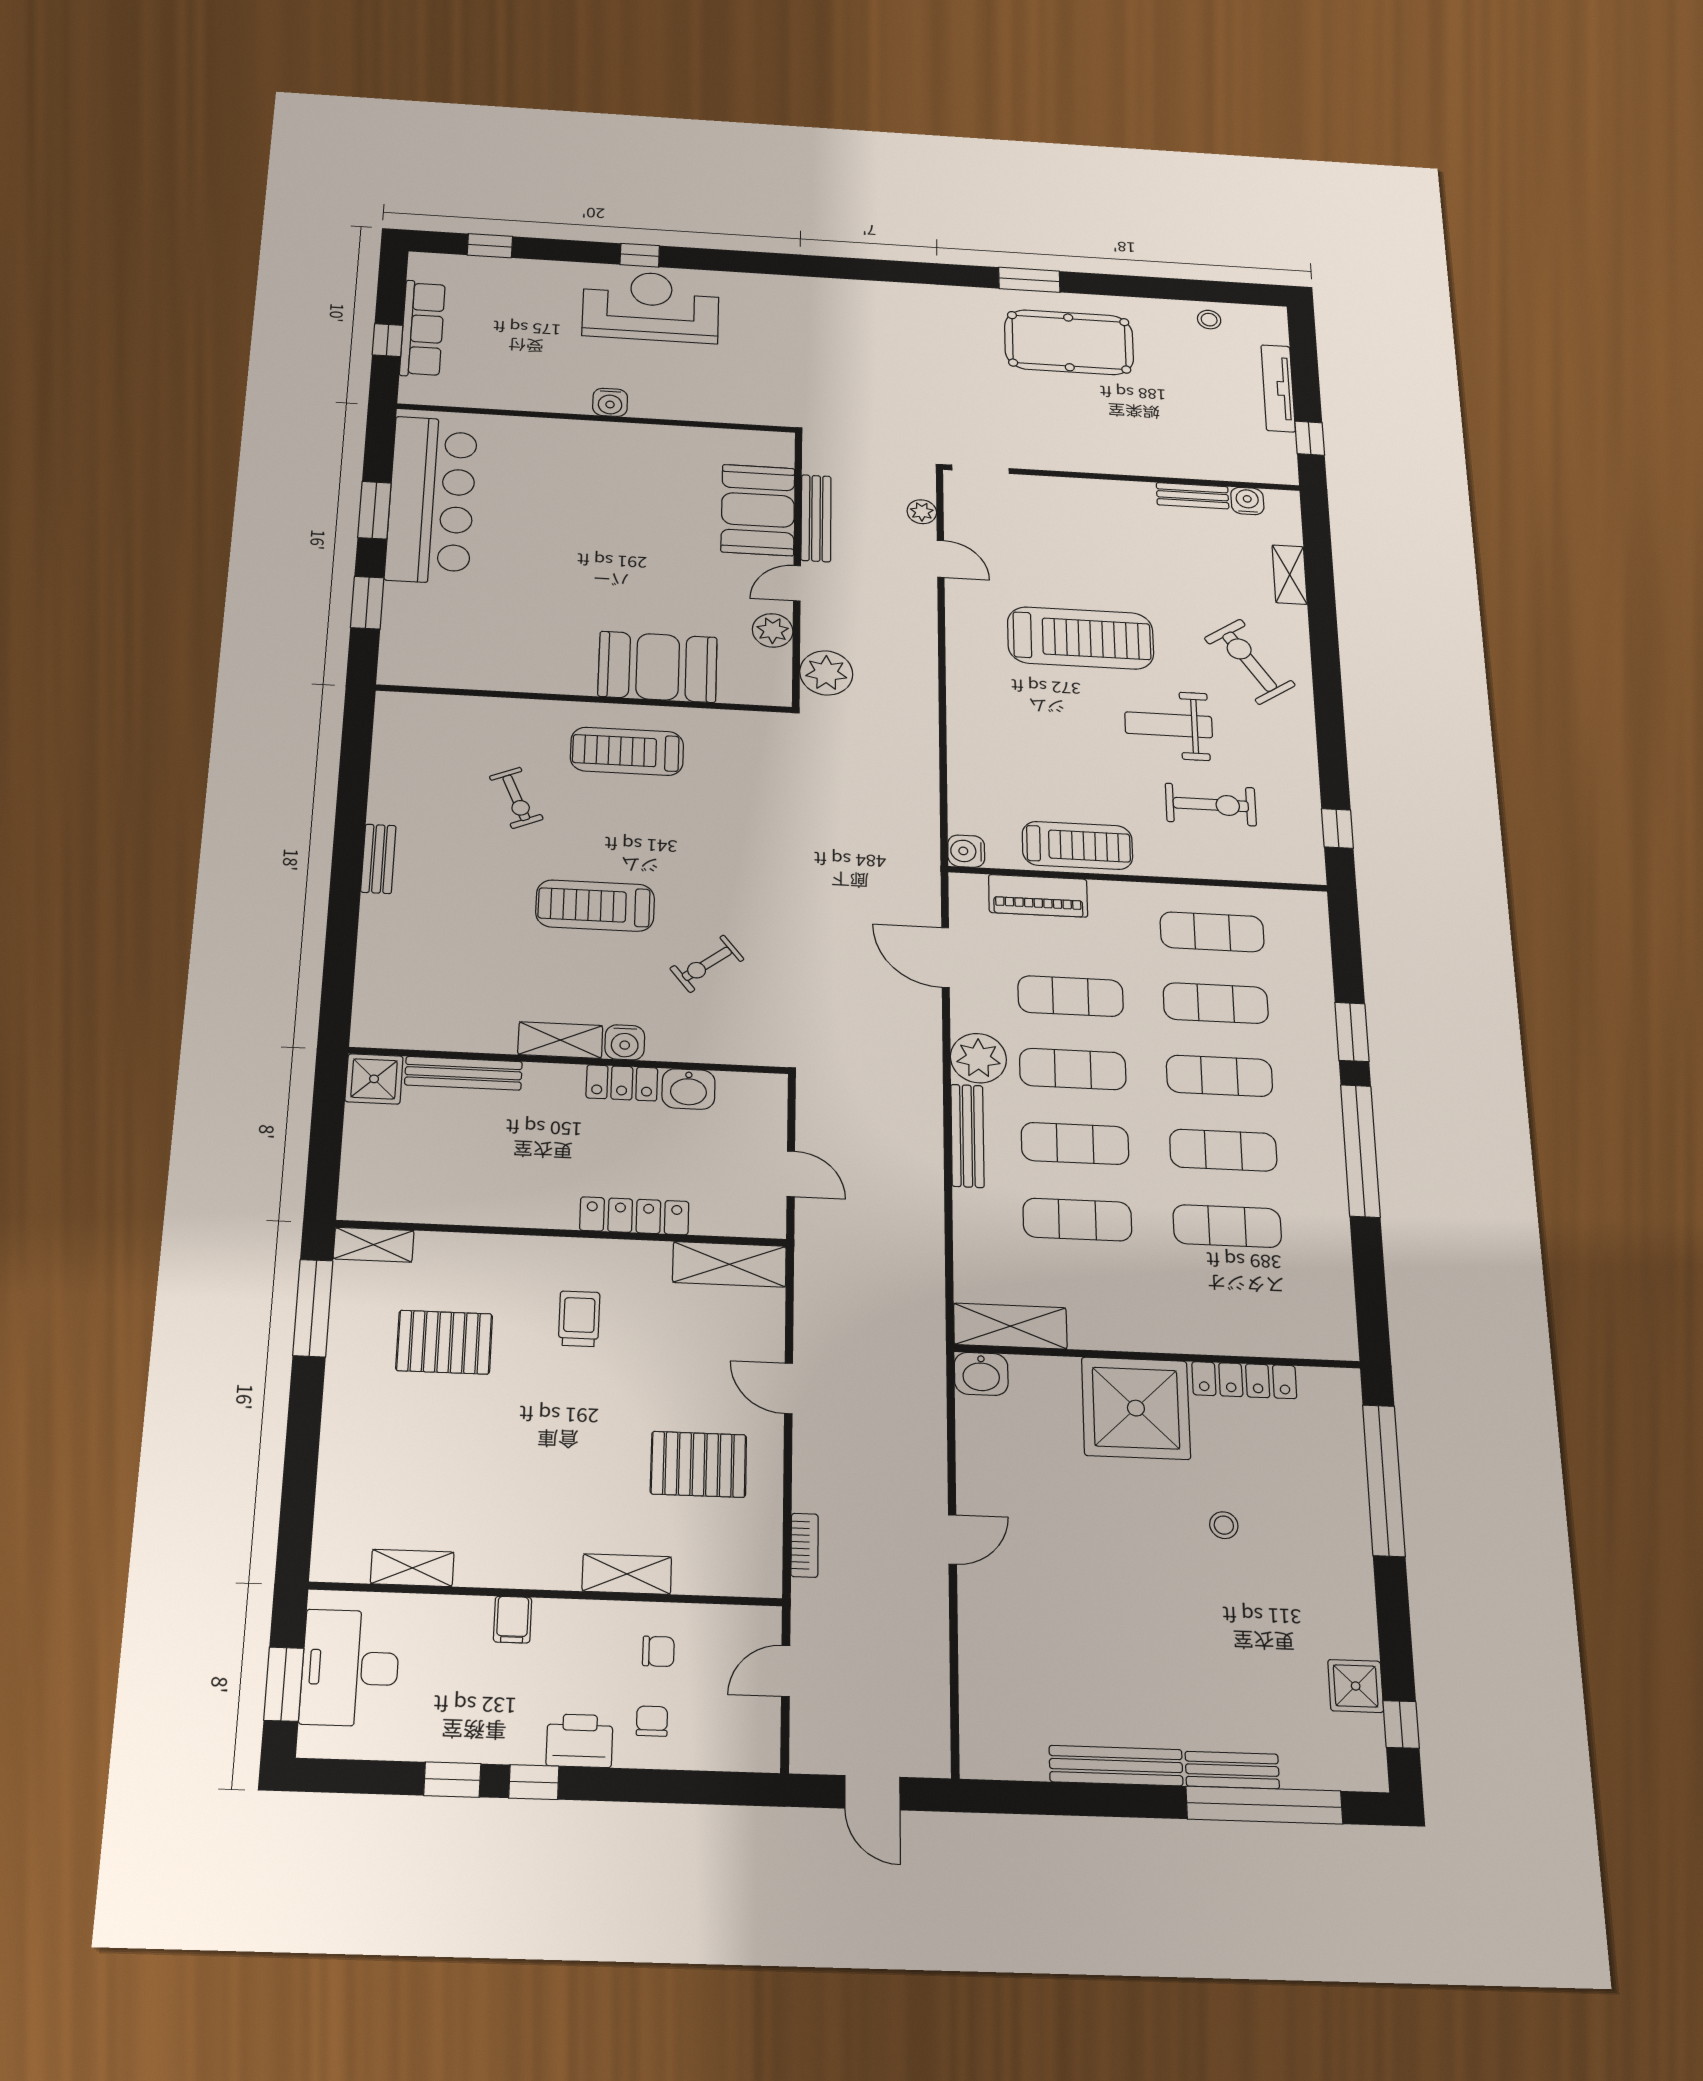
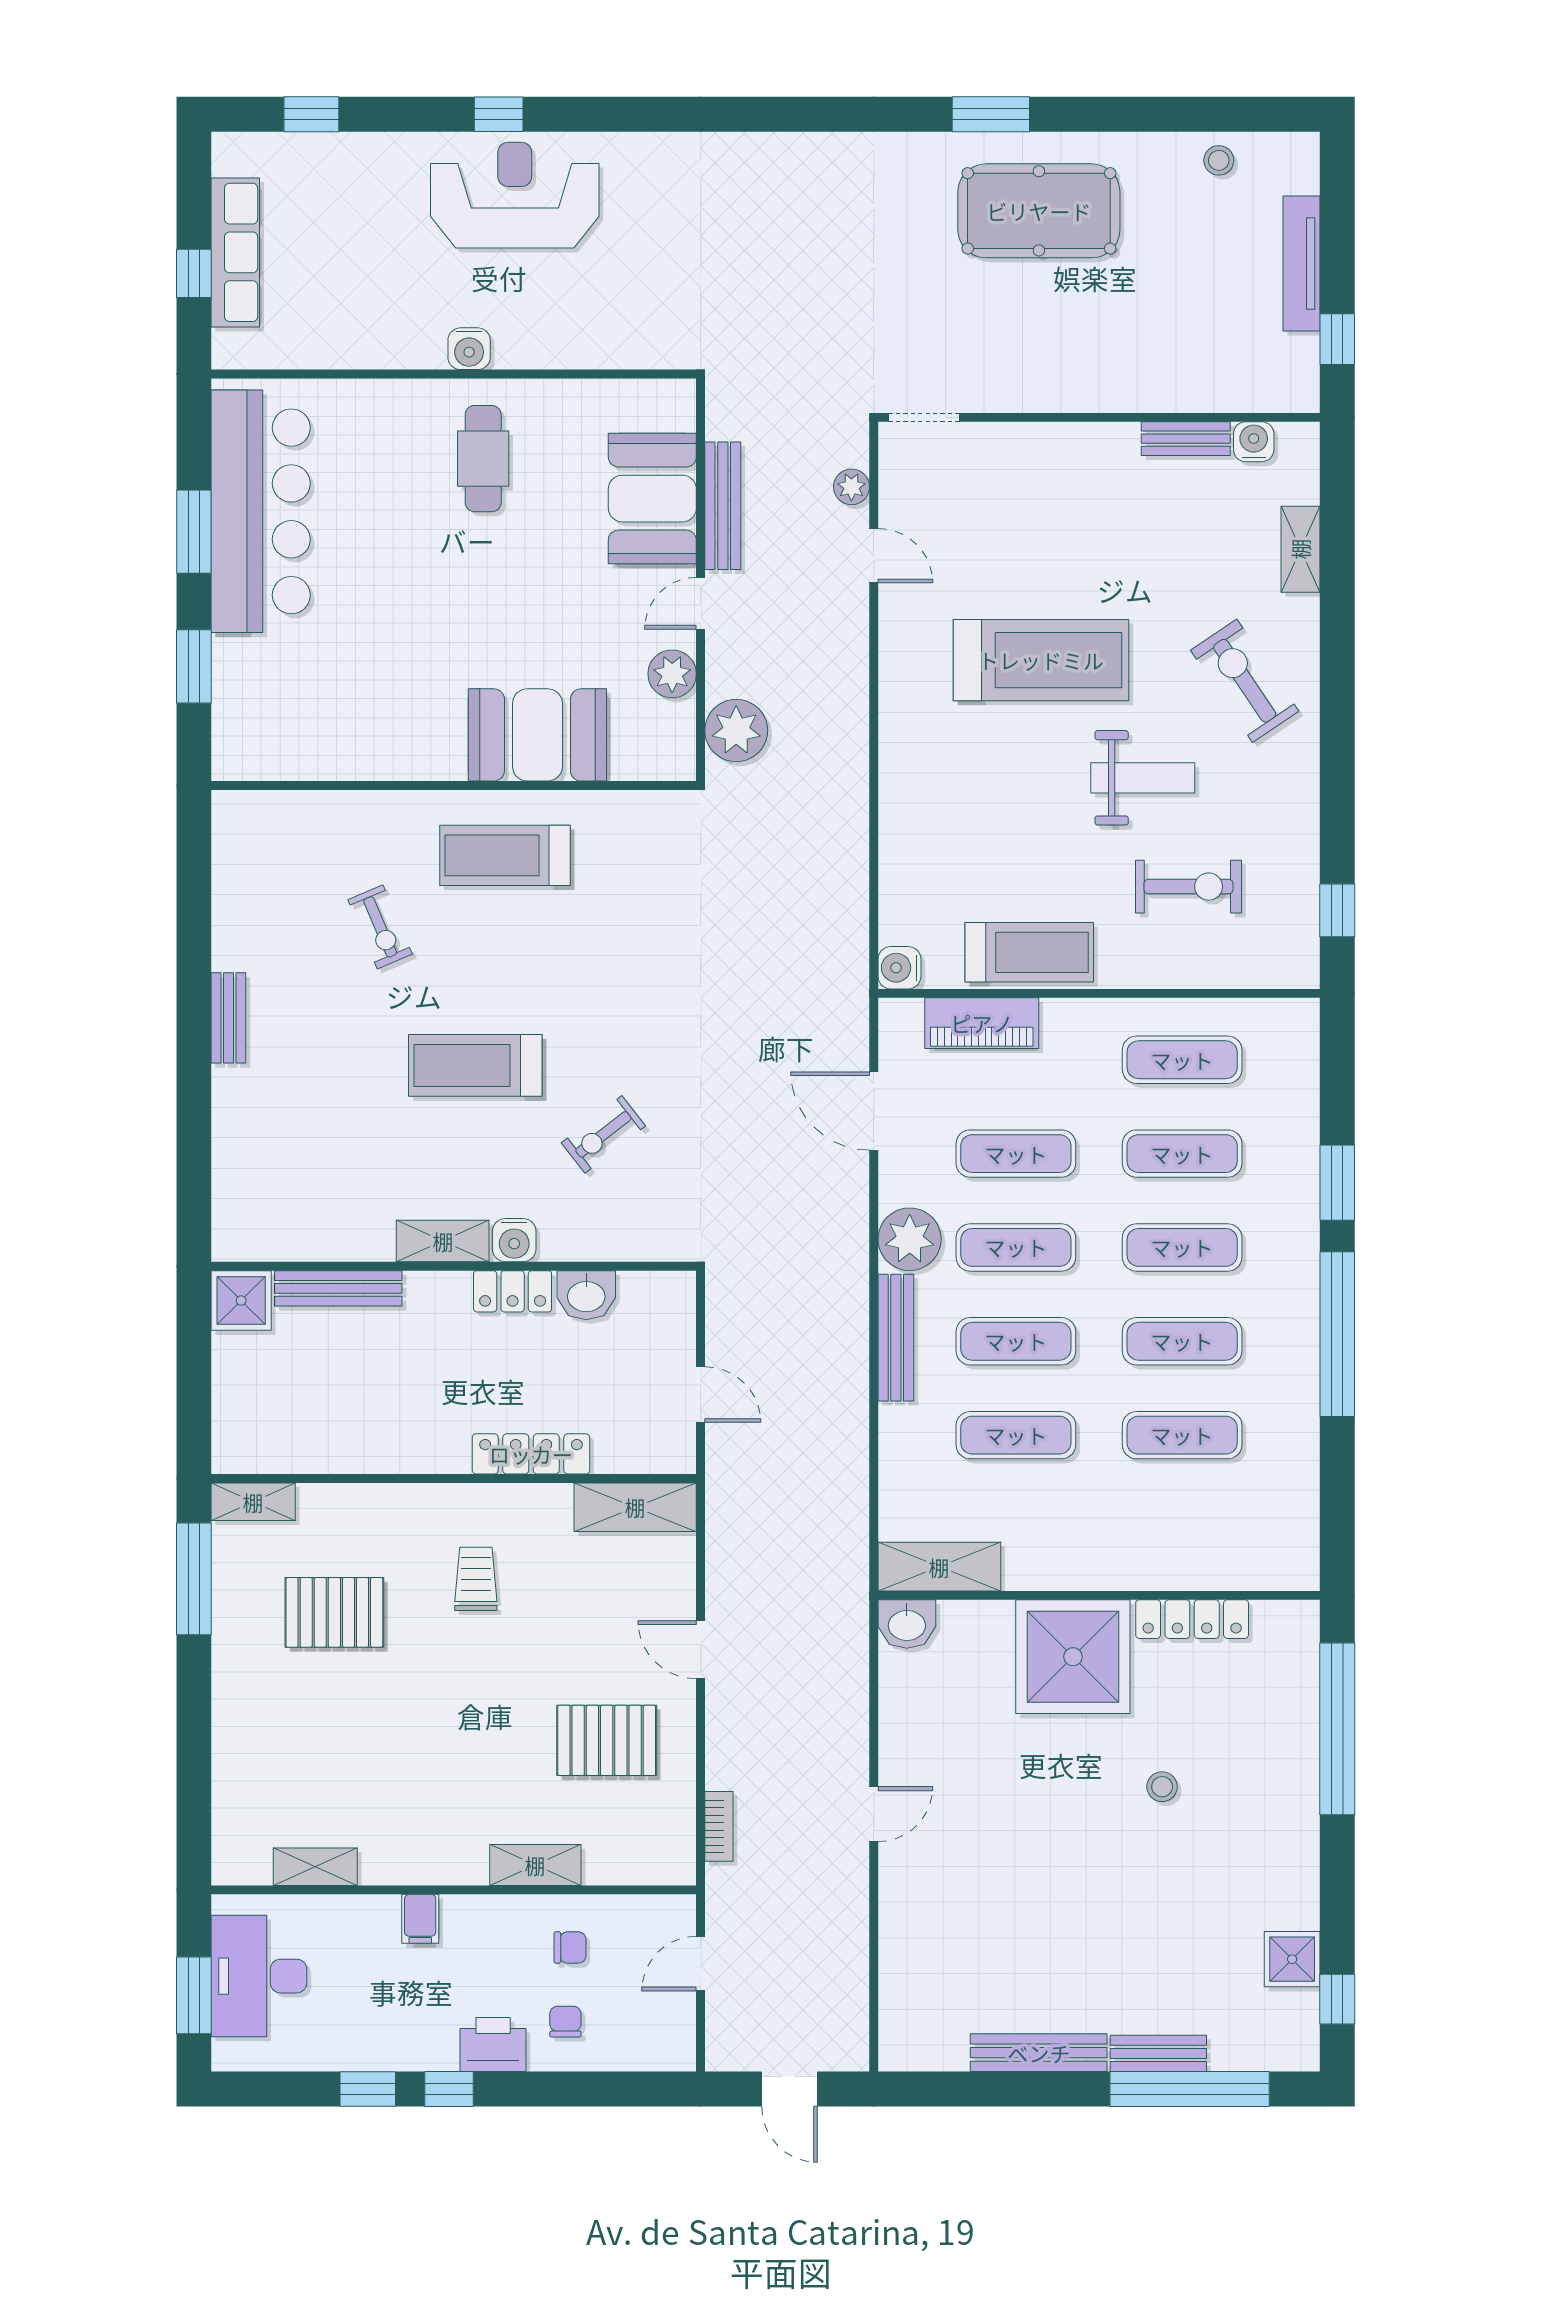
cafe table: (619, 475) -> (483, 459), added
weight bench: (1169, 725) -> (1143, 778), turned 180

